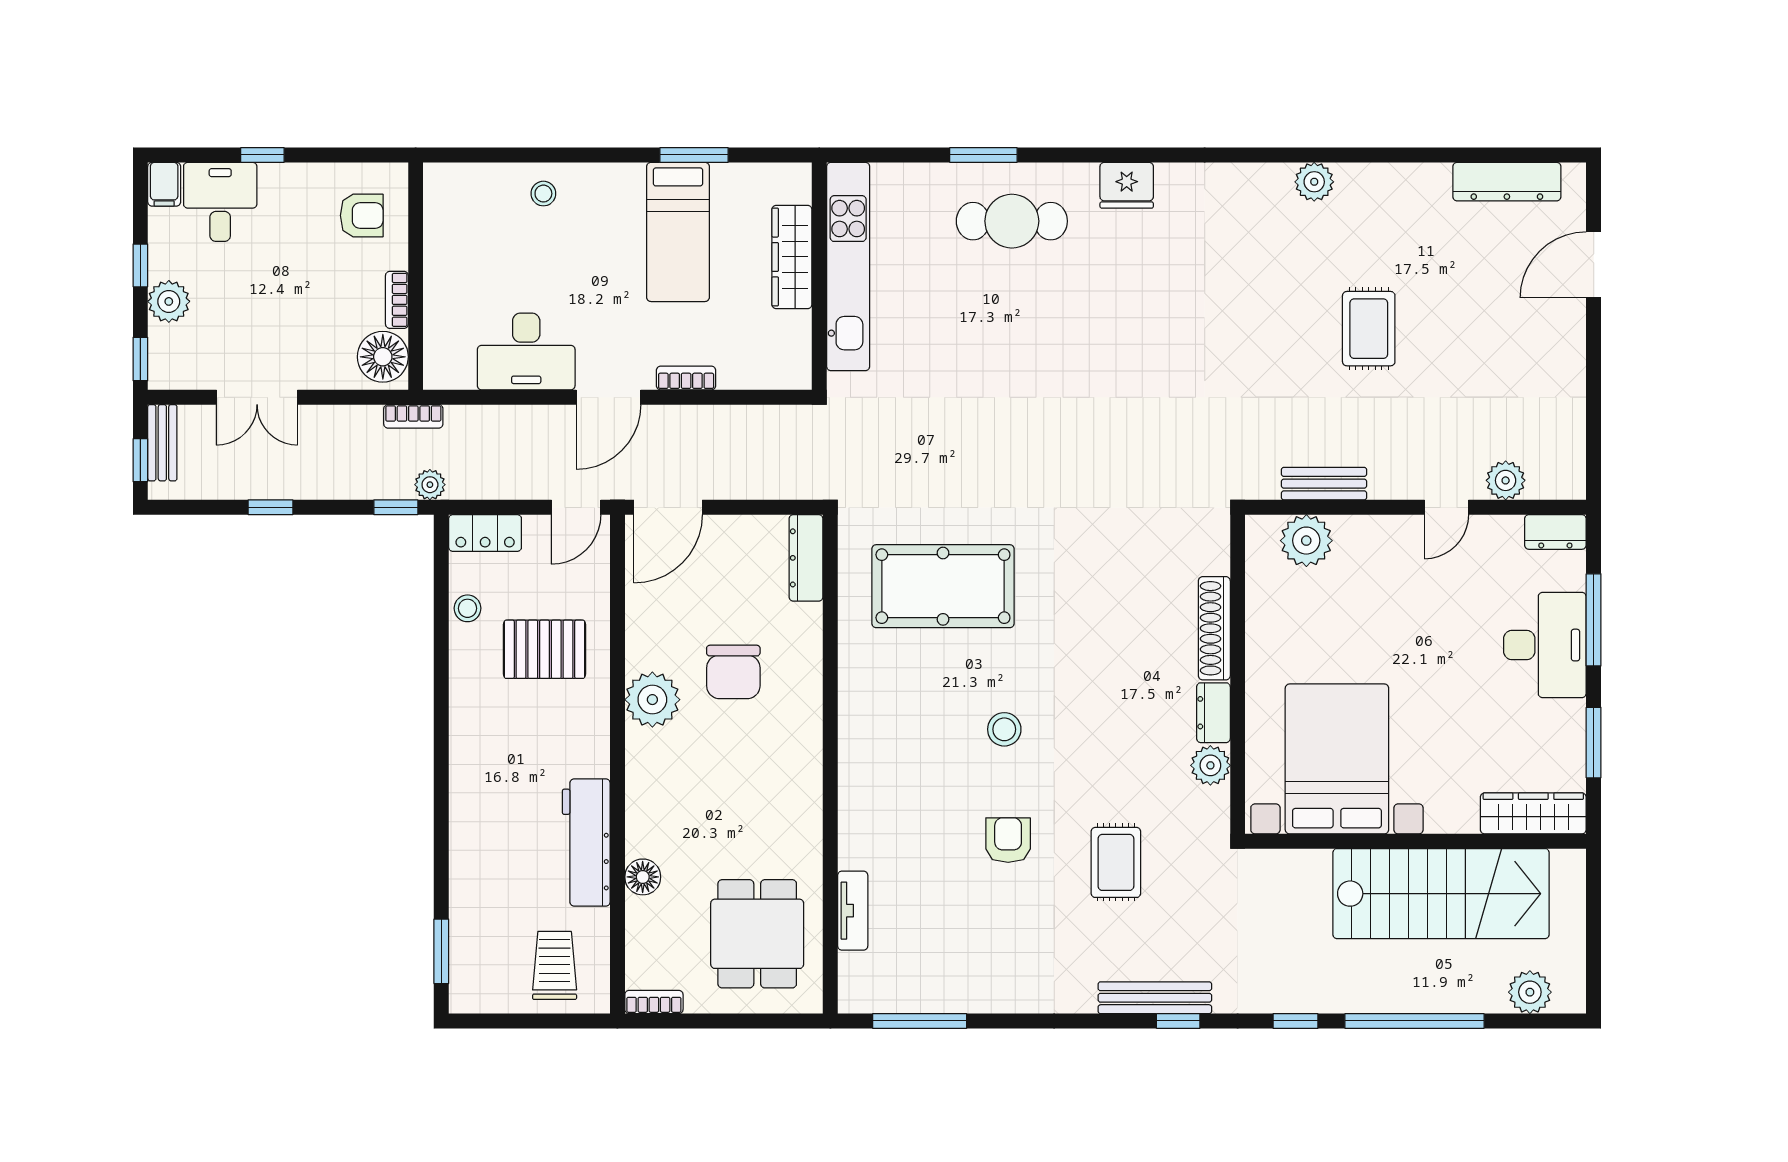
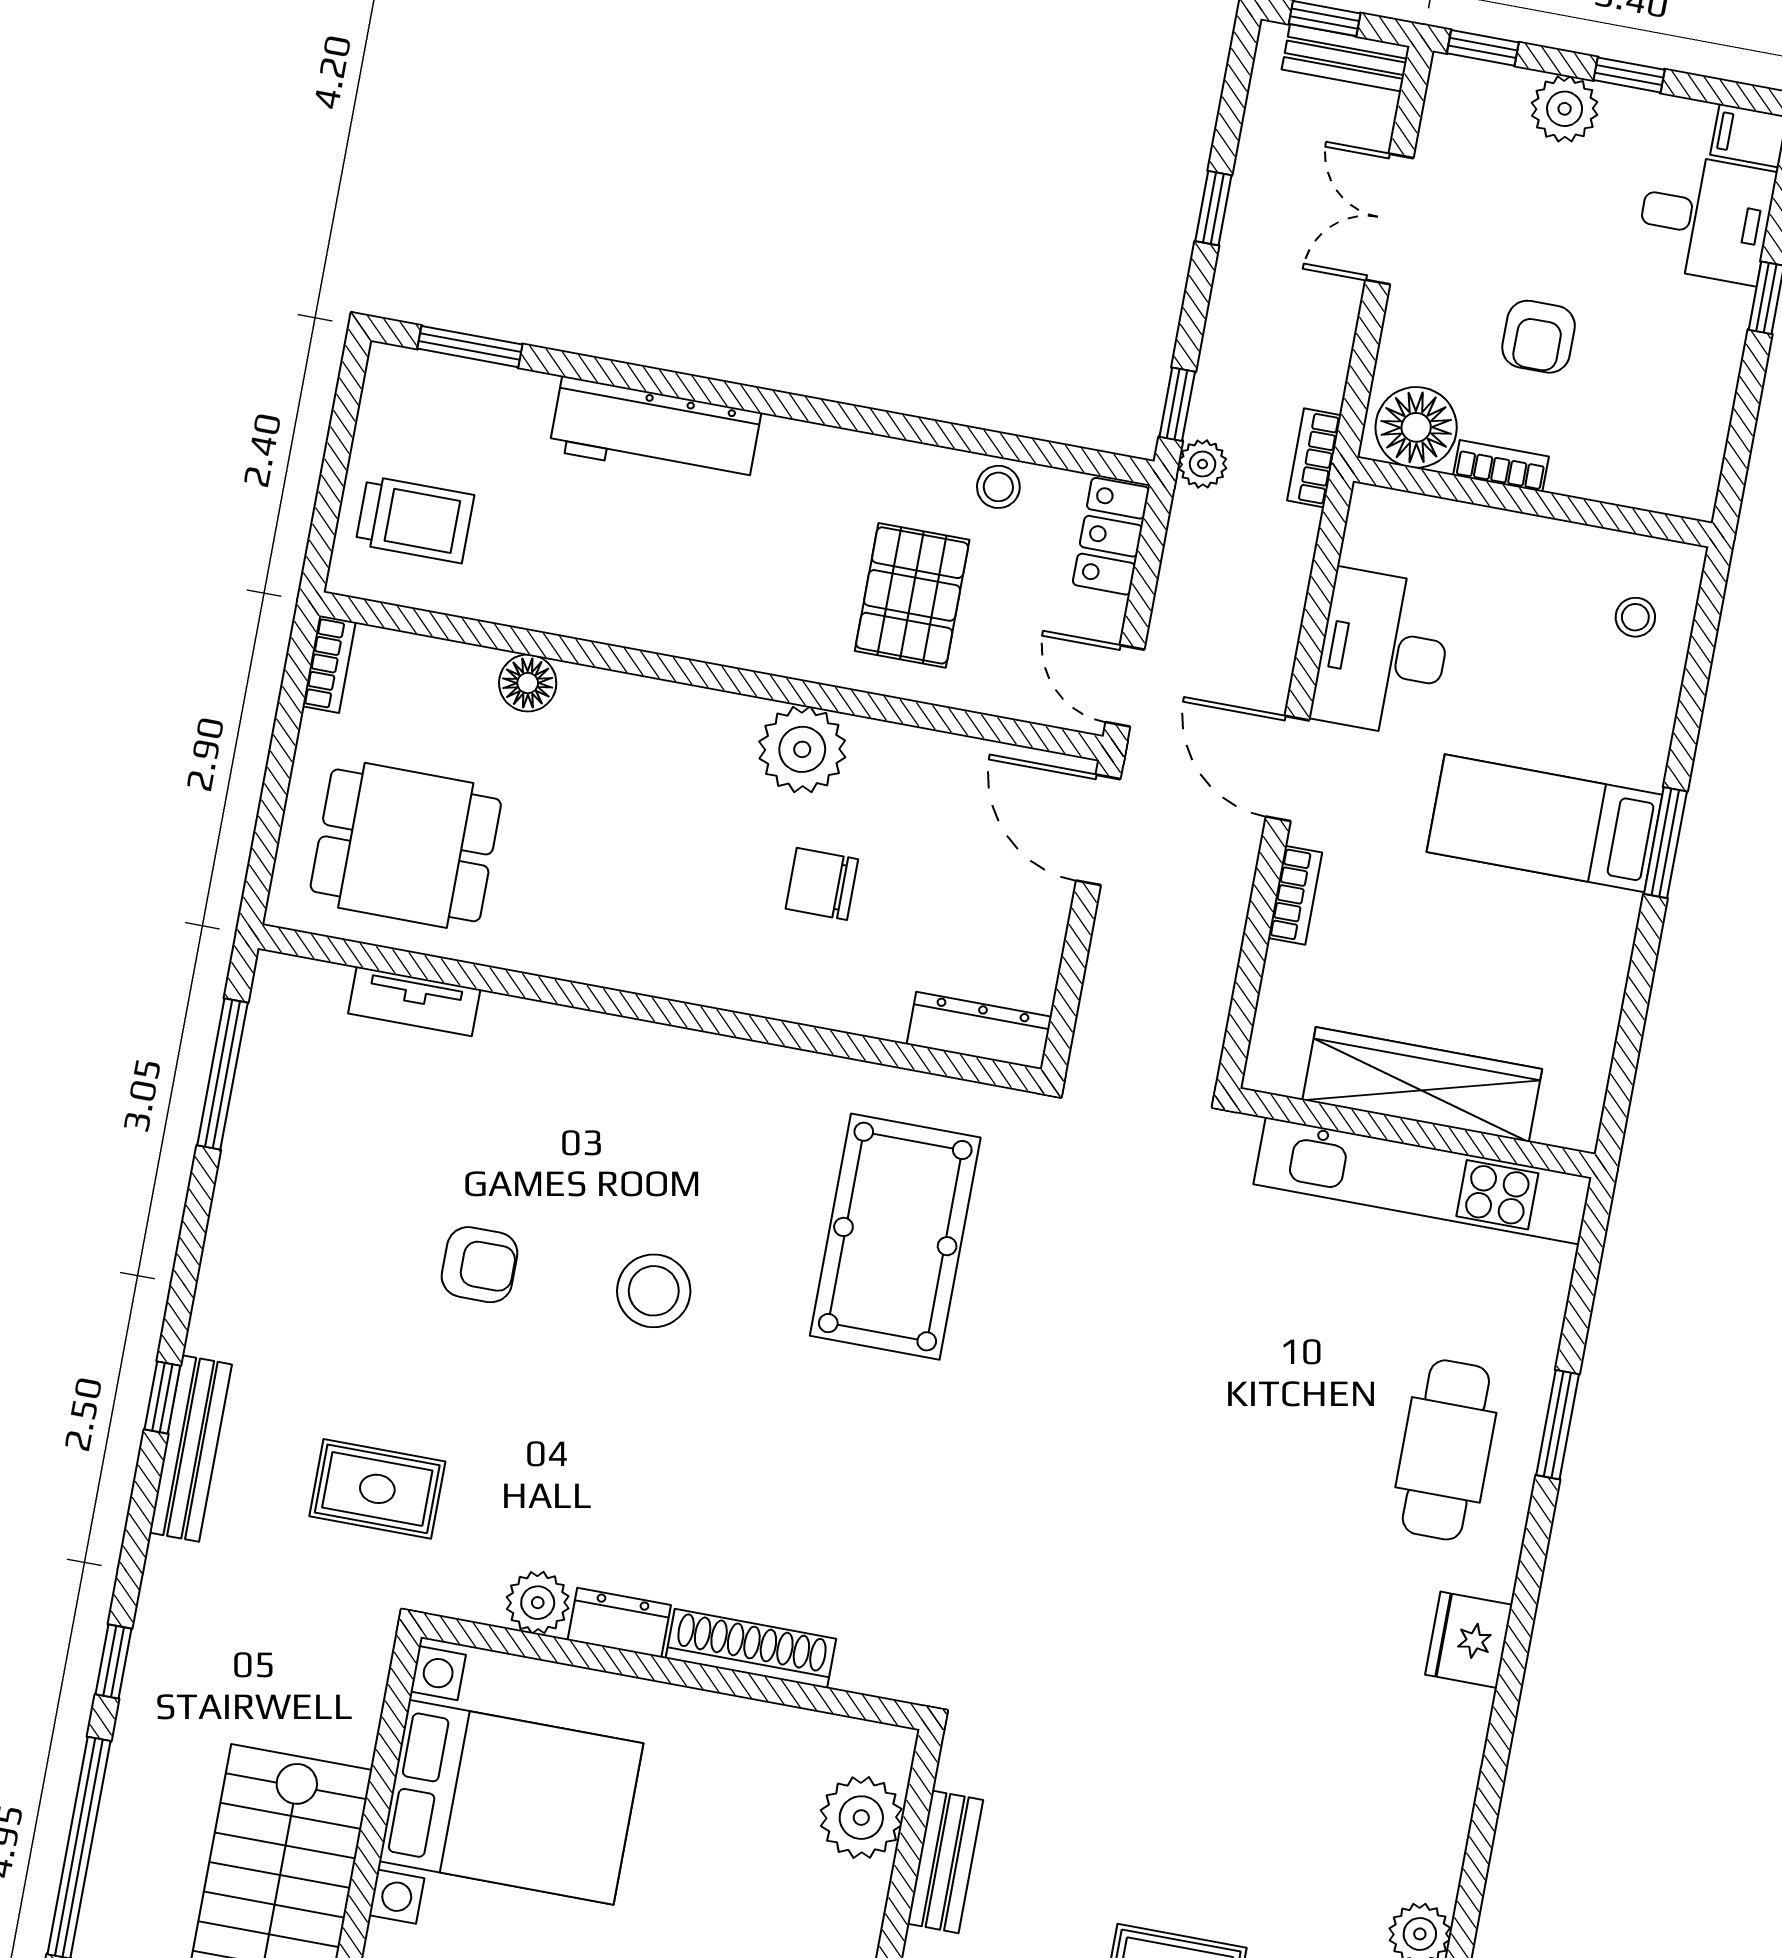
window: (694, 155) -> (1665, 843), moved
stool: (543, 194) -> (1635, 617), moved
armchair: (362, 215) -> (1539, 337), moved
bed: (678, 232) -> (1545, 823), moved
wardrobe: (792, 257) -> (1422, 1084), width x1.40, depth x1.17
chair: (733, 672) -> (822, 884), width x0.73, depth x0.73
stool: (1004, 729) -> (654, 1291), width x1.38, depth x1.38
workbench: (586, 842) -> (655, 431), moved, turned 180
rug: (1116, 862) -> (377, 1489), moved
window: (1178, 1021) -> (162, 1397), moved

